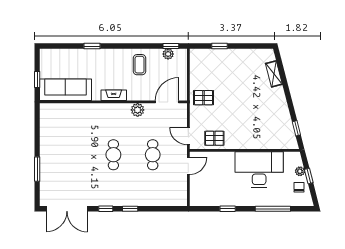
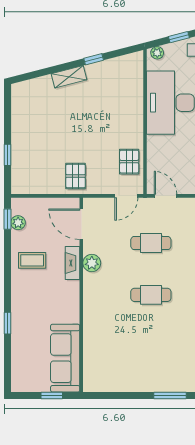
shelving: (274, 74) -> (69, 77), moved
fireplace: (114, 95) -> (73, 263), moved
window: (296, 128) -> (94, 59), moved
plant: (300, 171) -> (157, 53), moved

